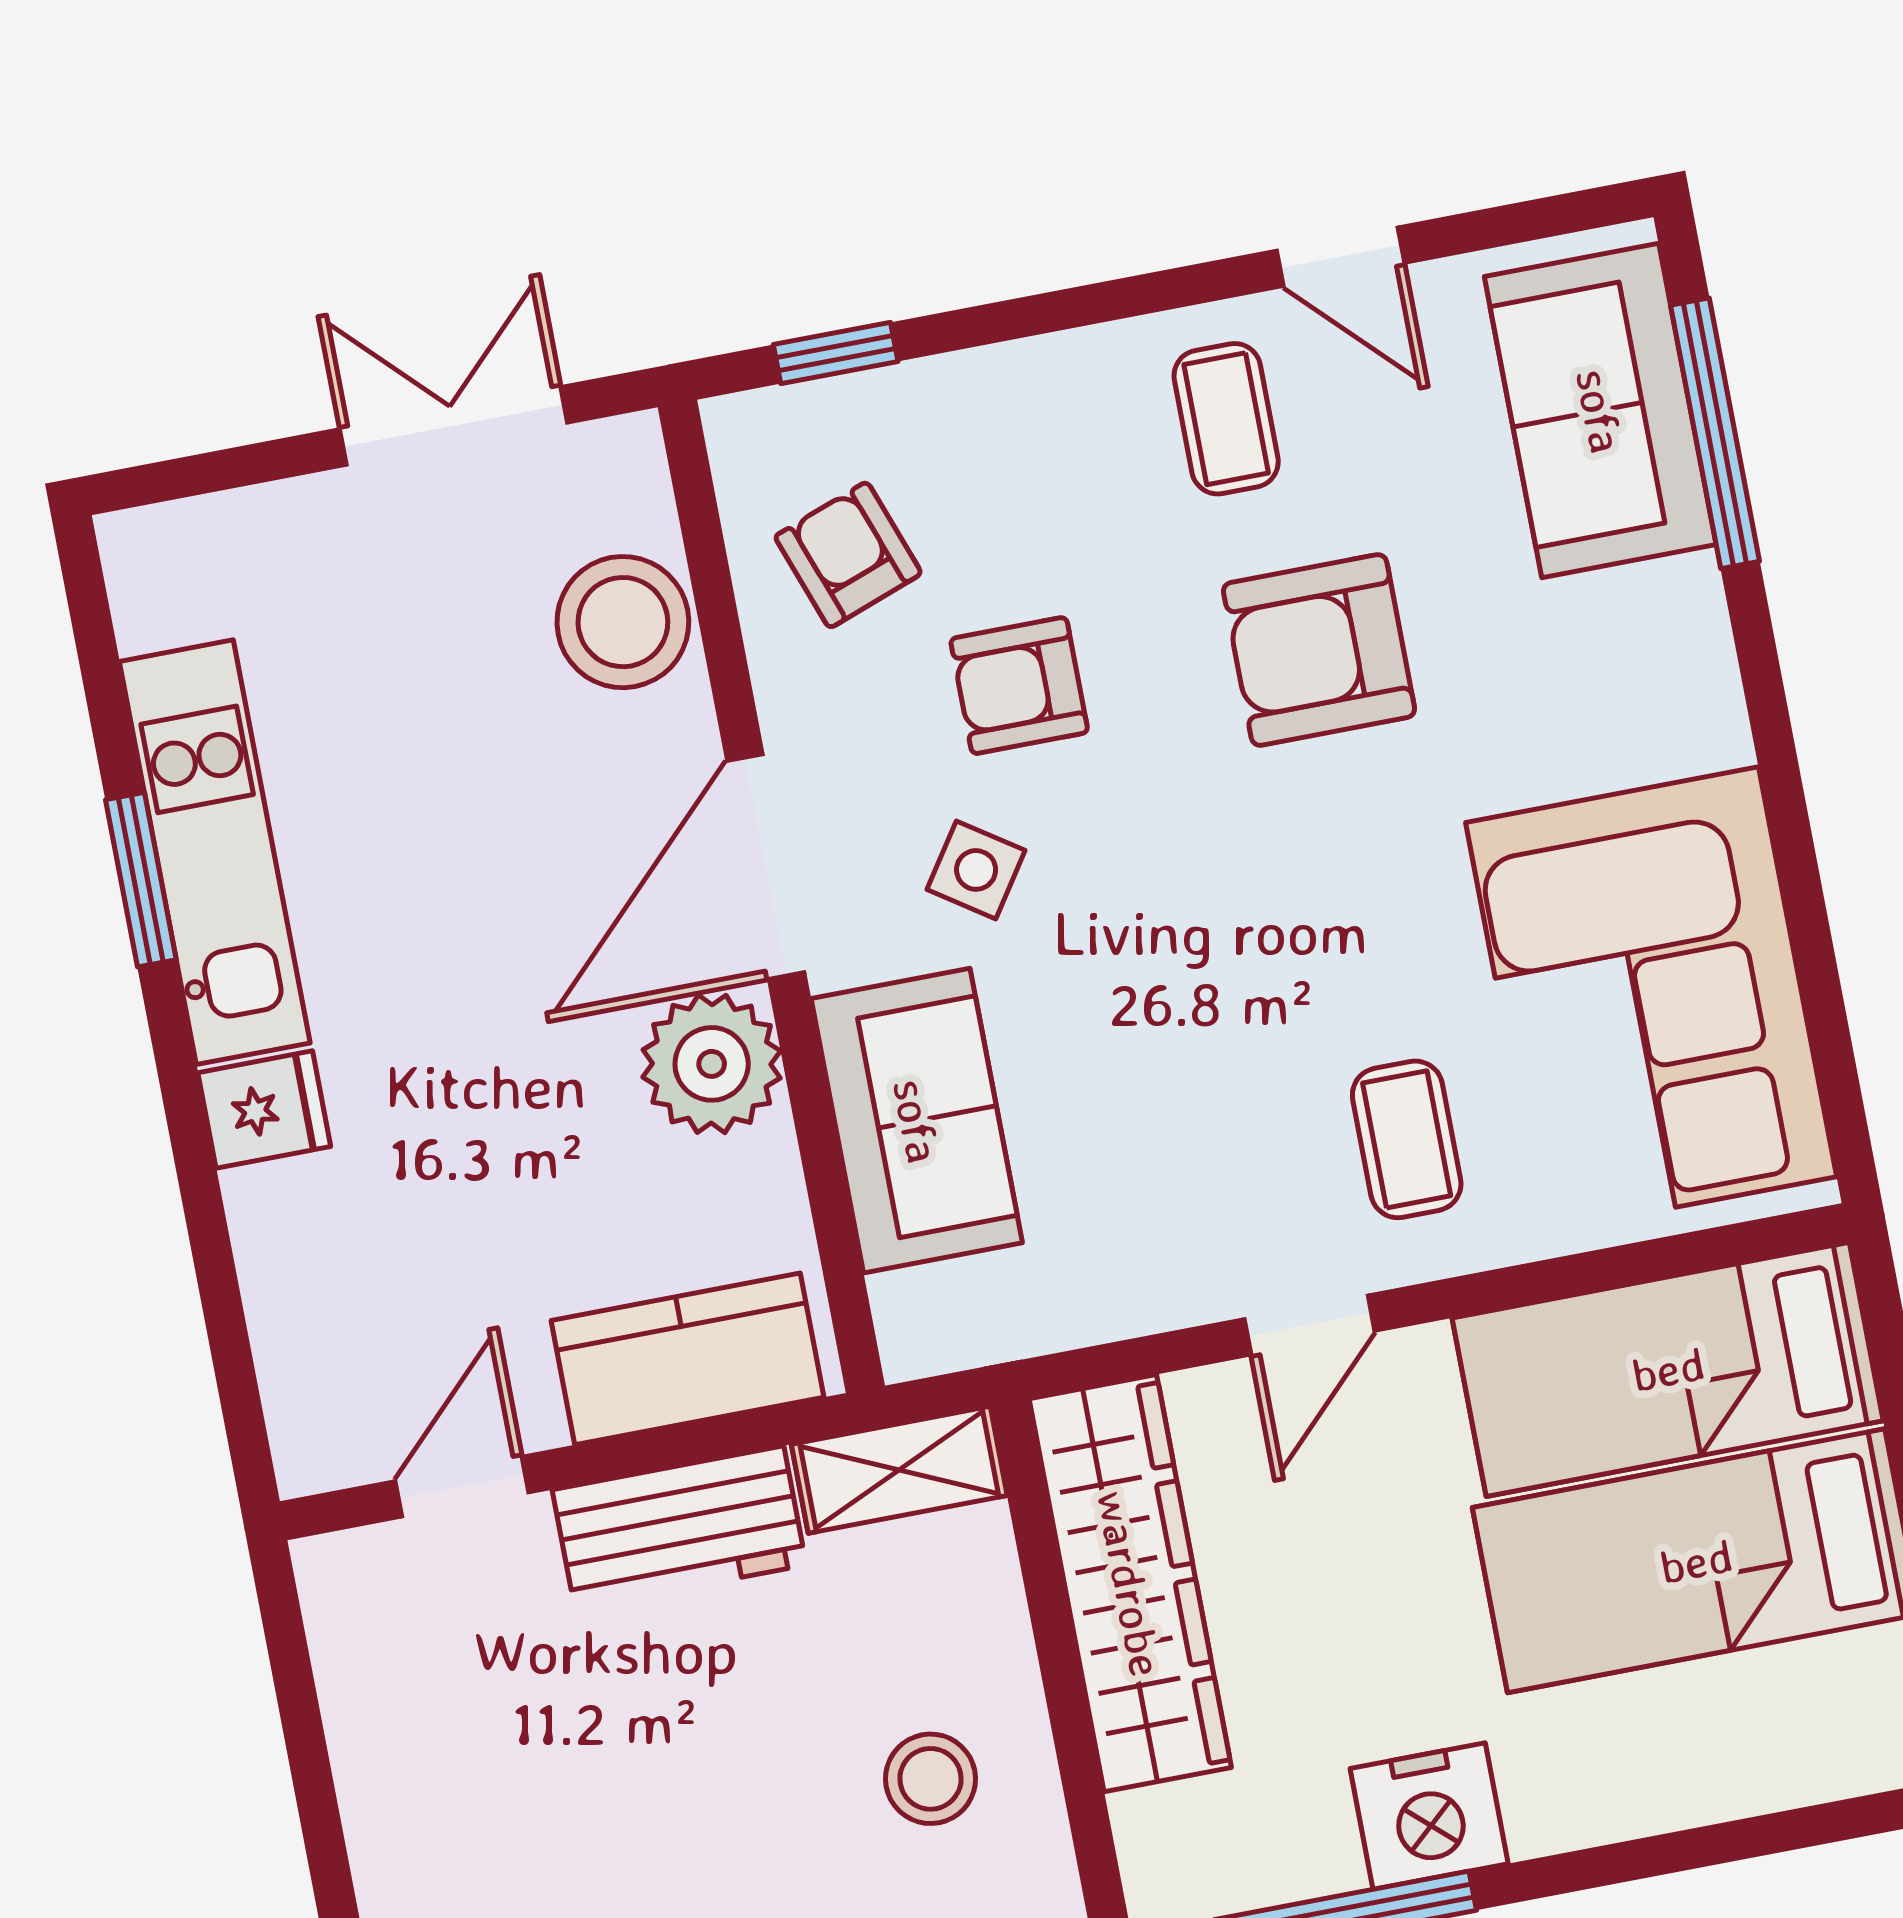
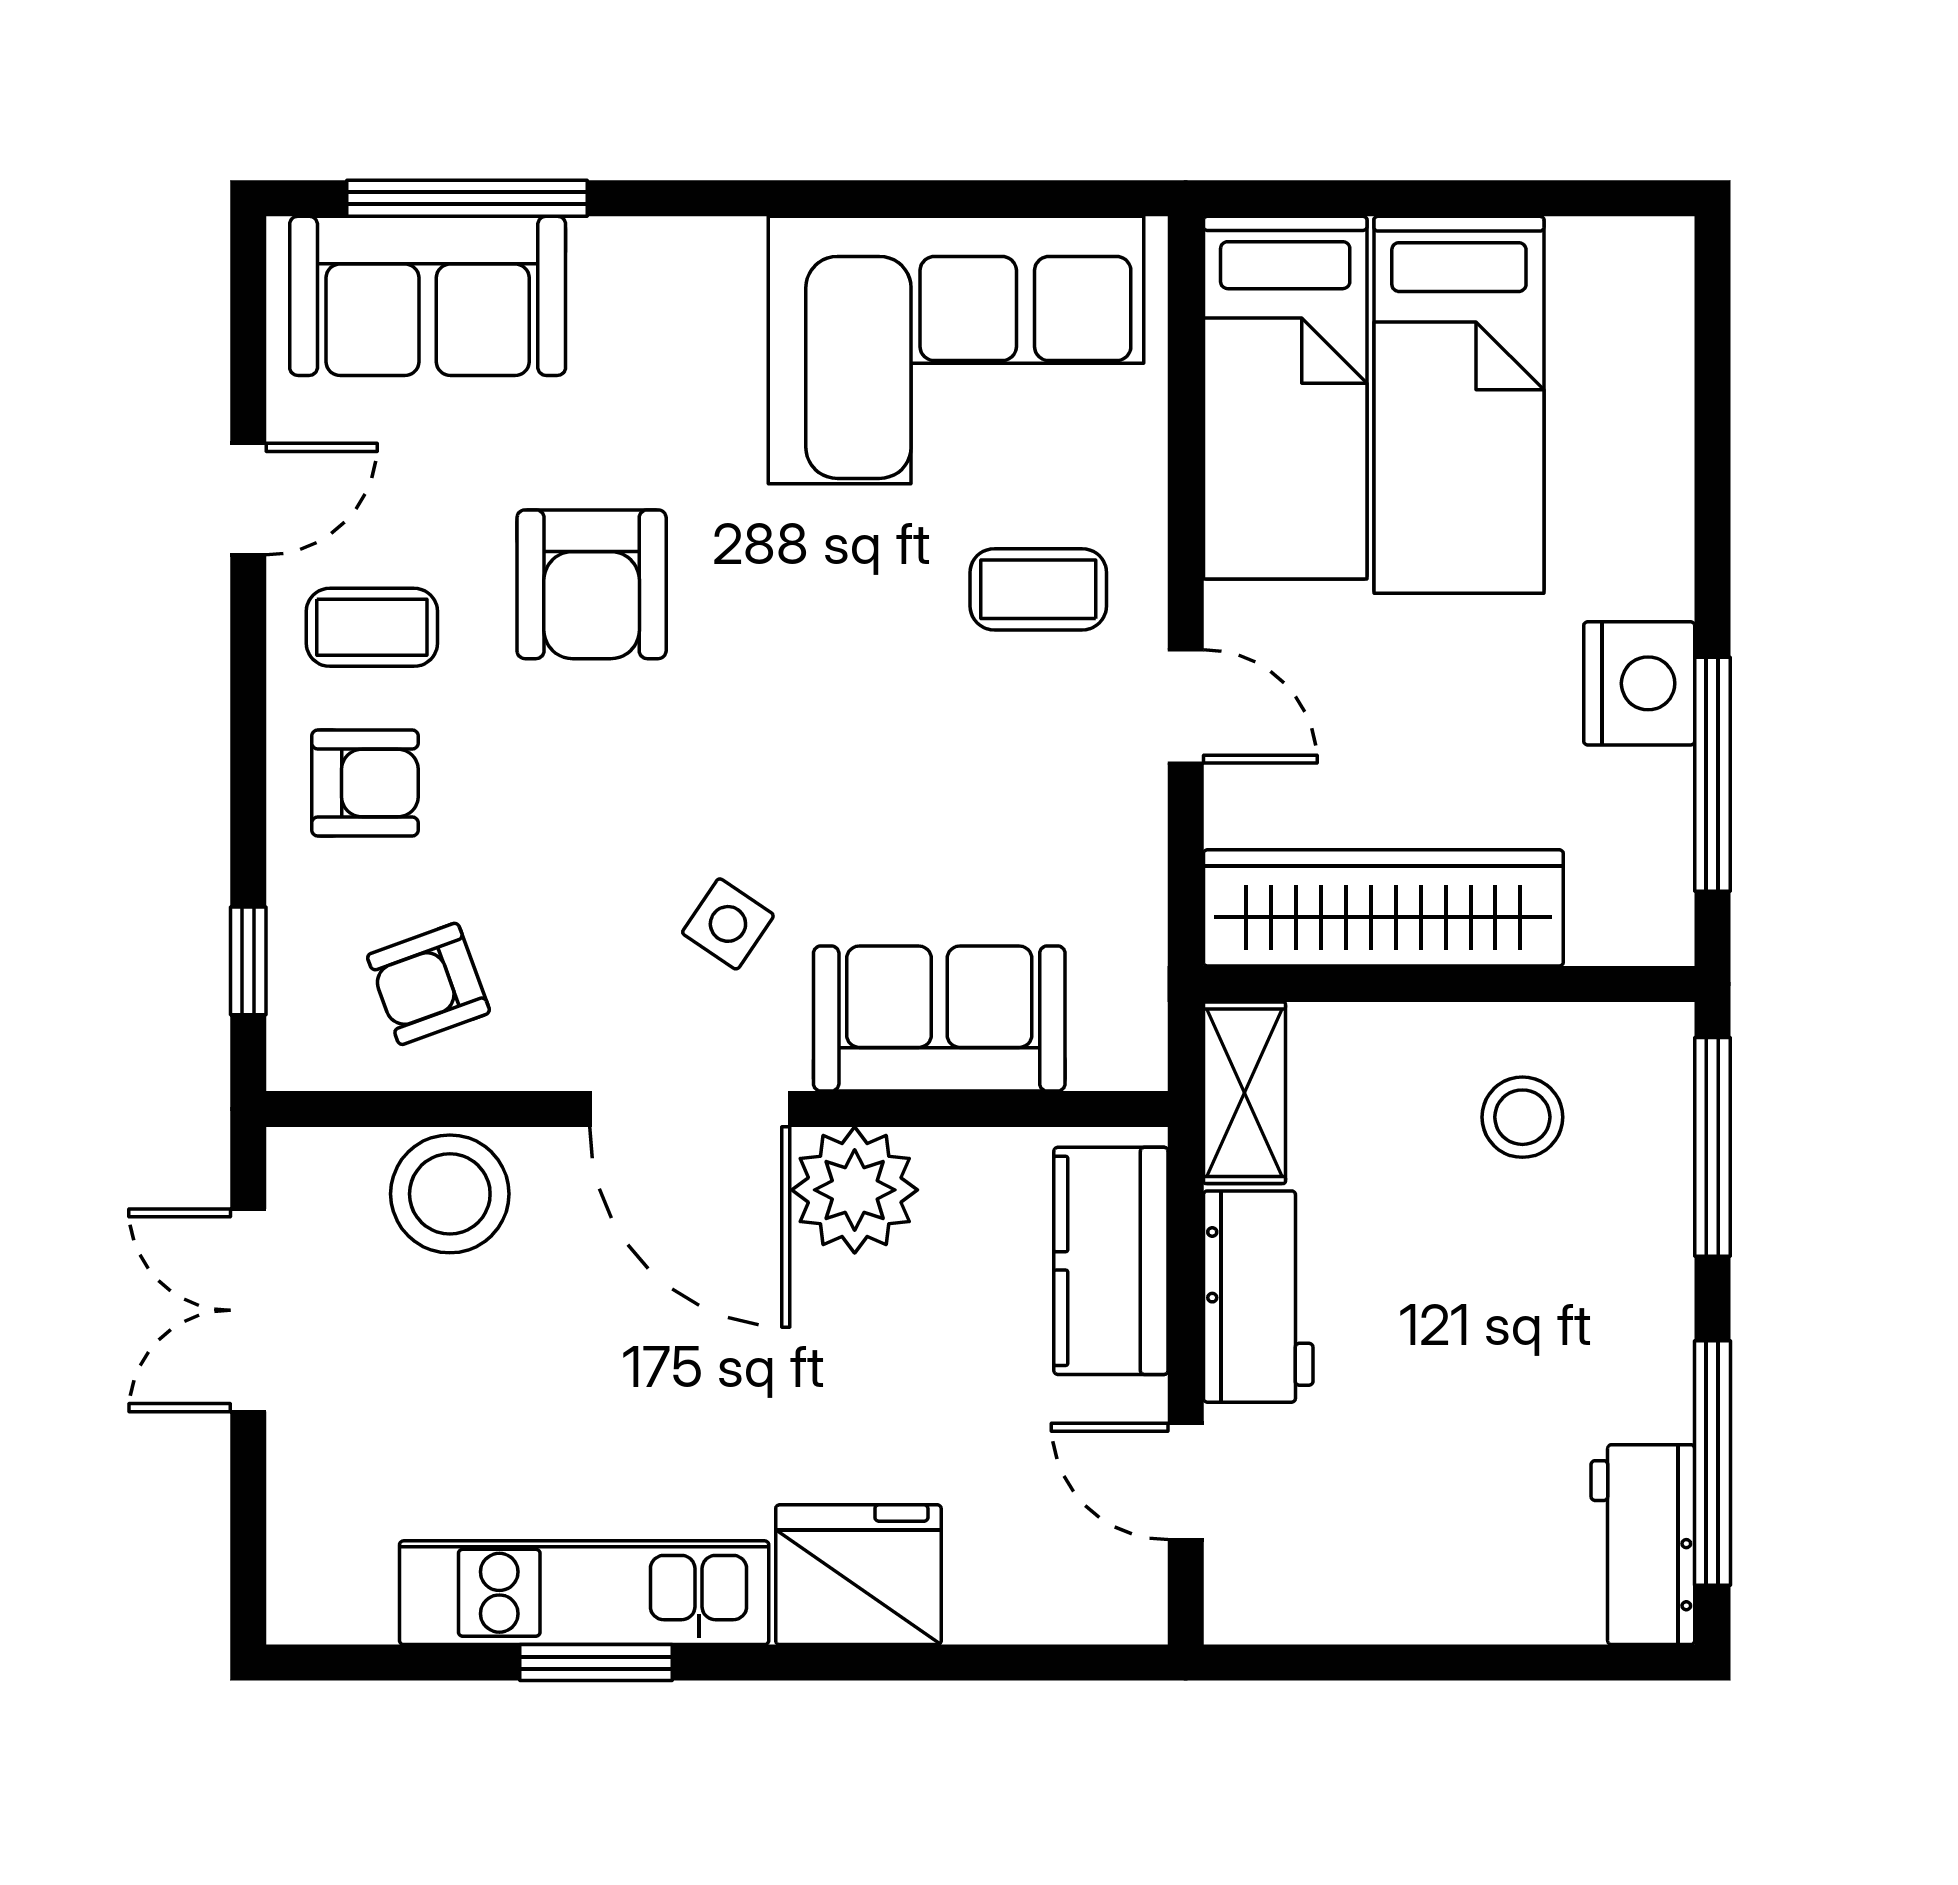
armchair: (1019, 686) -> (365, 783), moved, turned -90
fridge: (264, 1110) -> (858, 1575), width x1.88, depth x1.34

